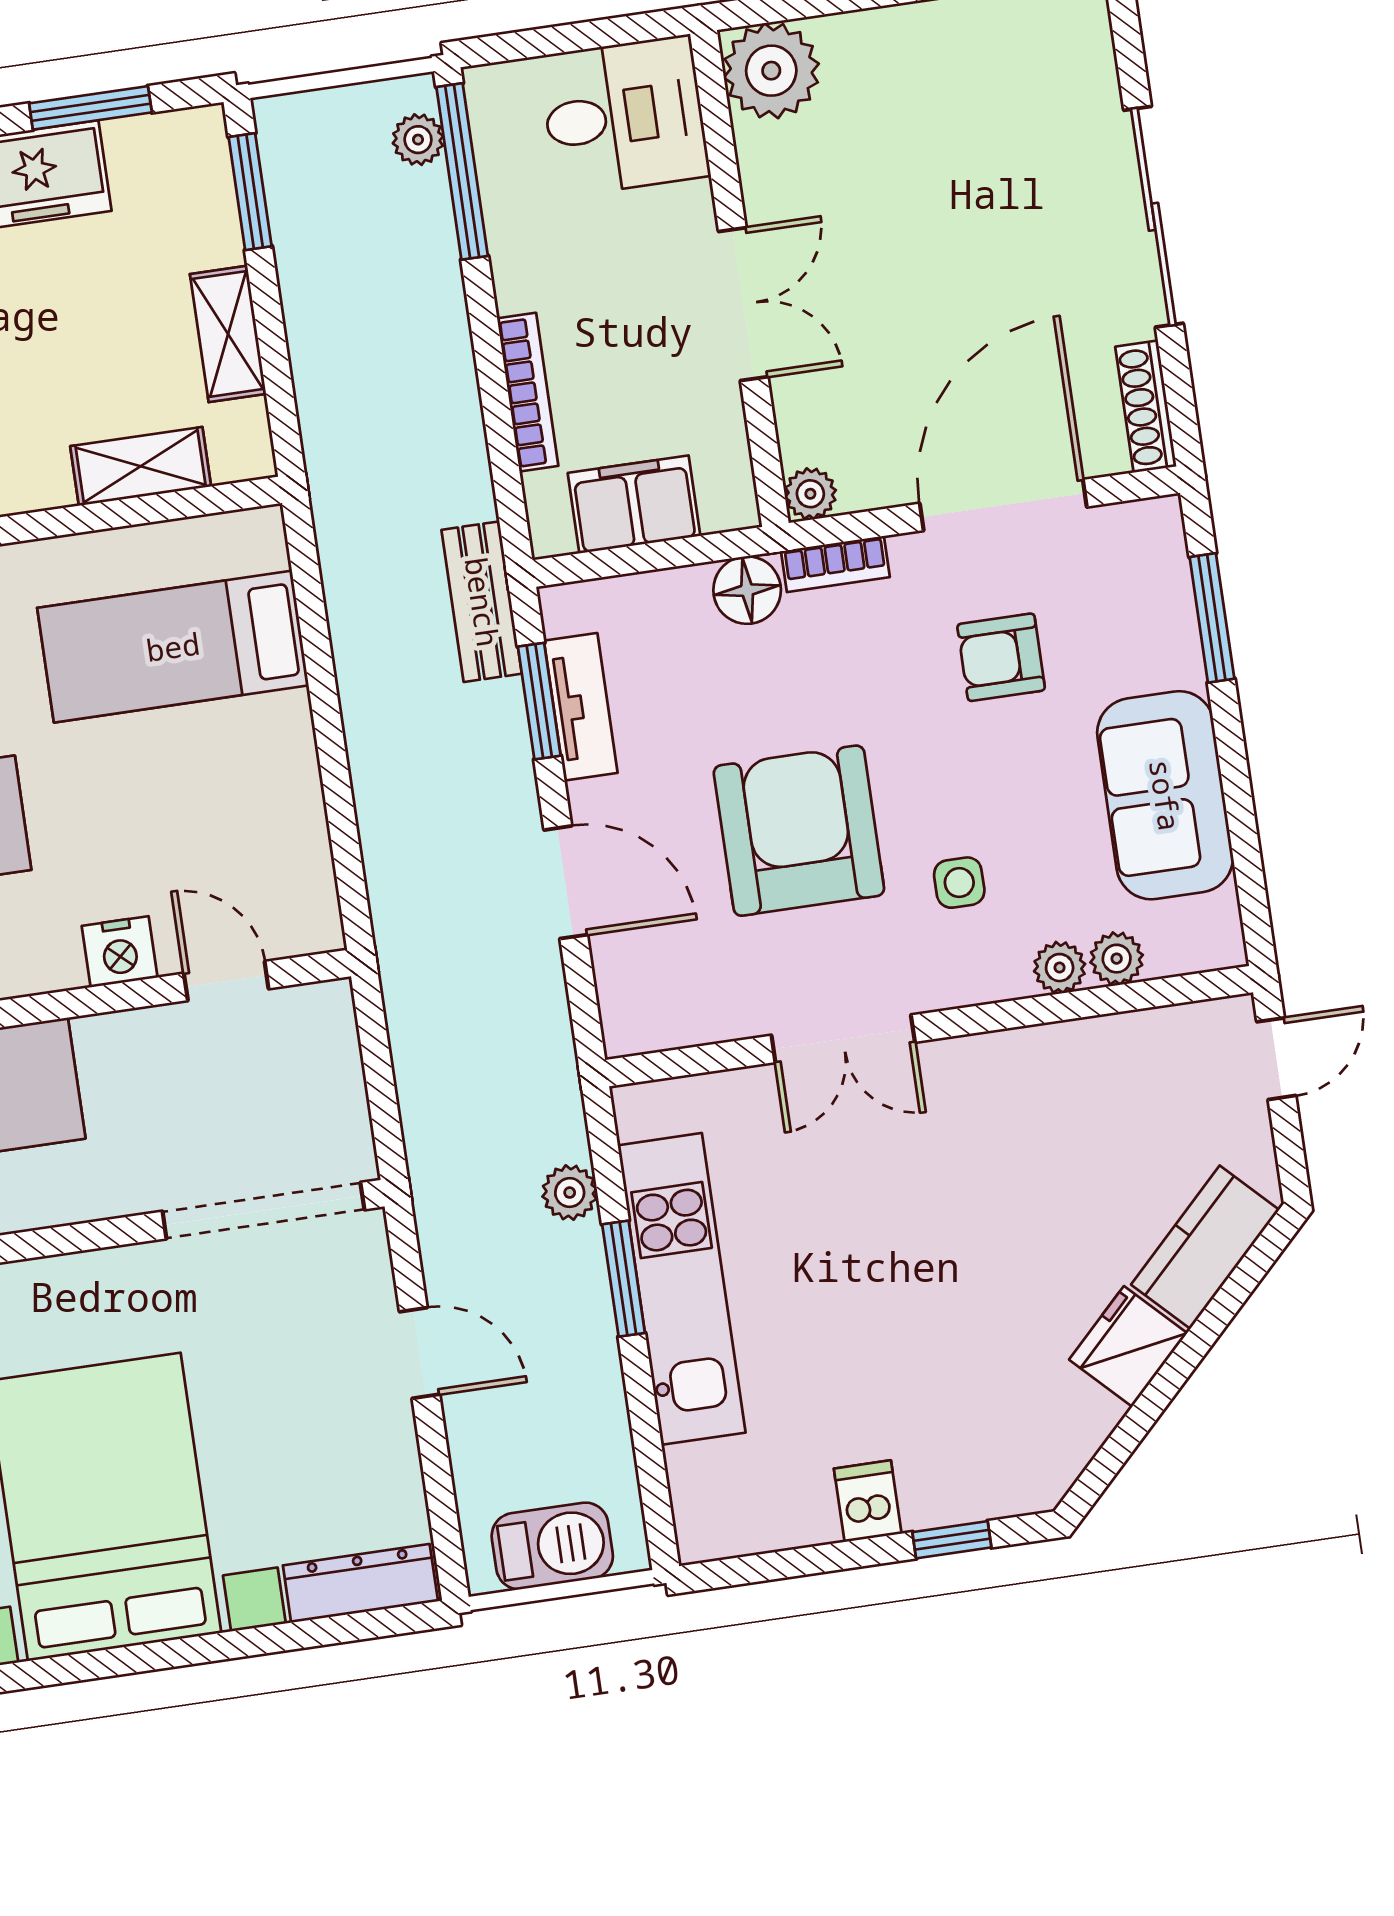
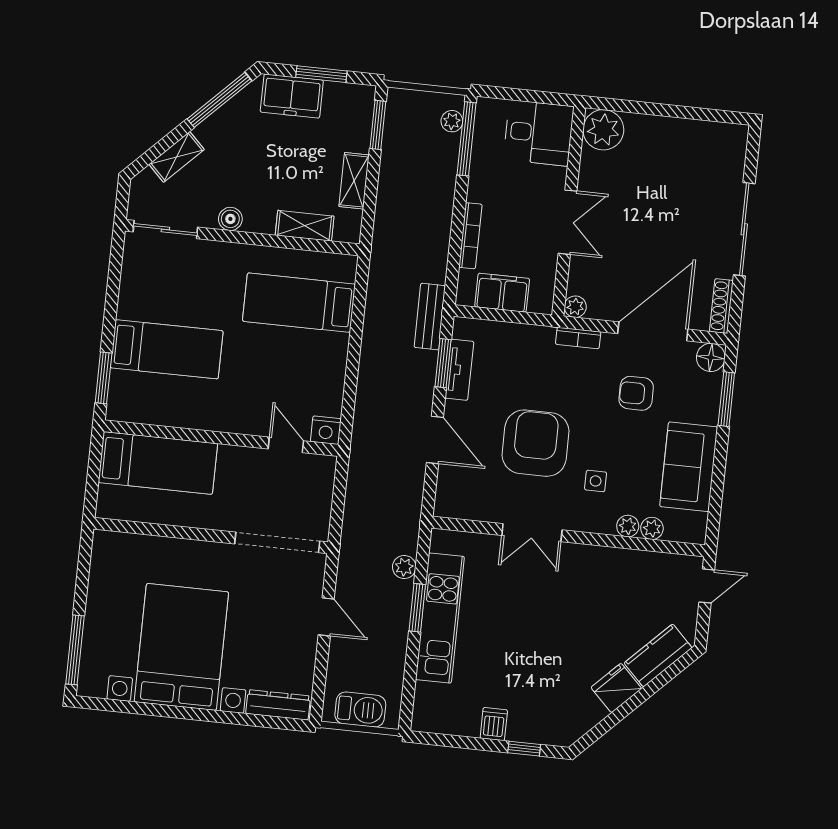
floor lamp: (747, 590) -> (711, 357), moved
nightstand: (120, 952) -> (326, 430), moved

